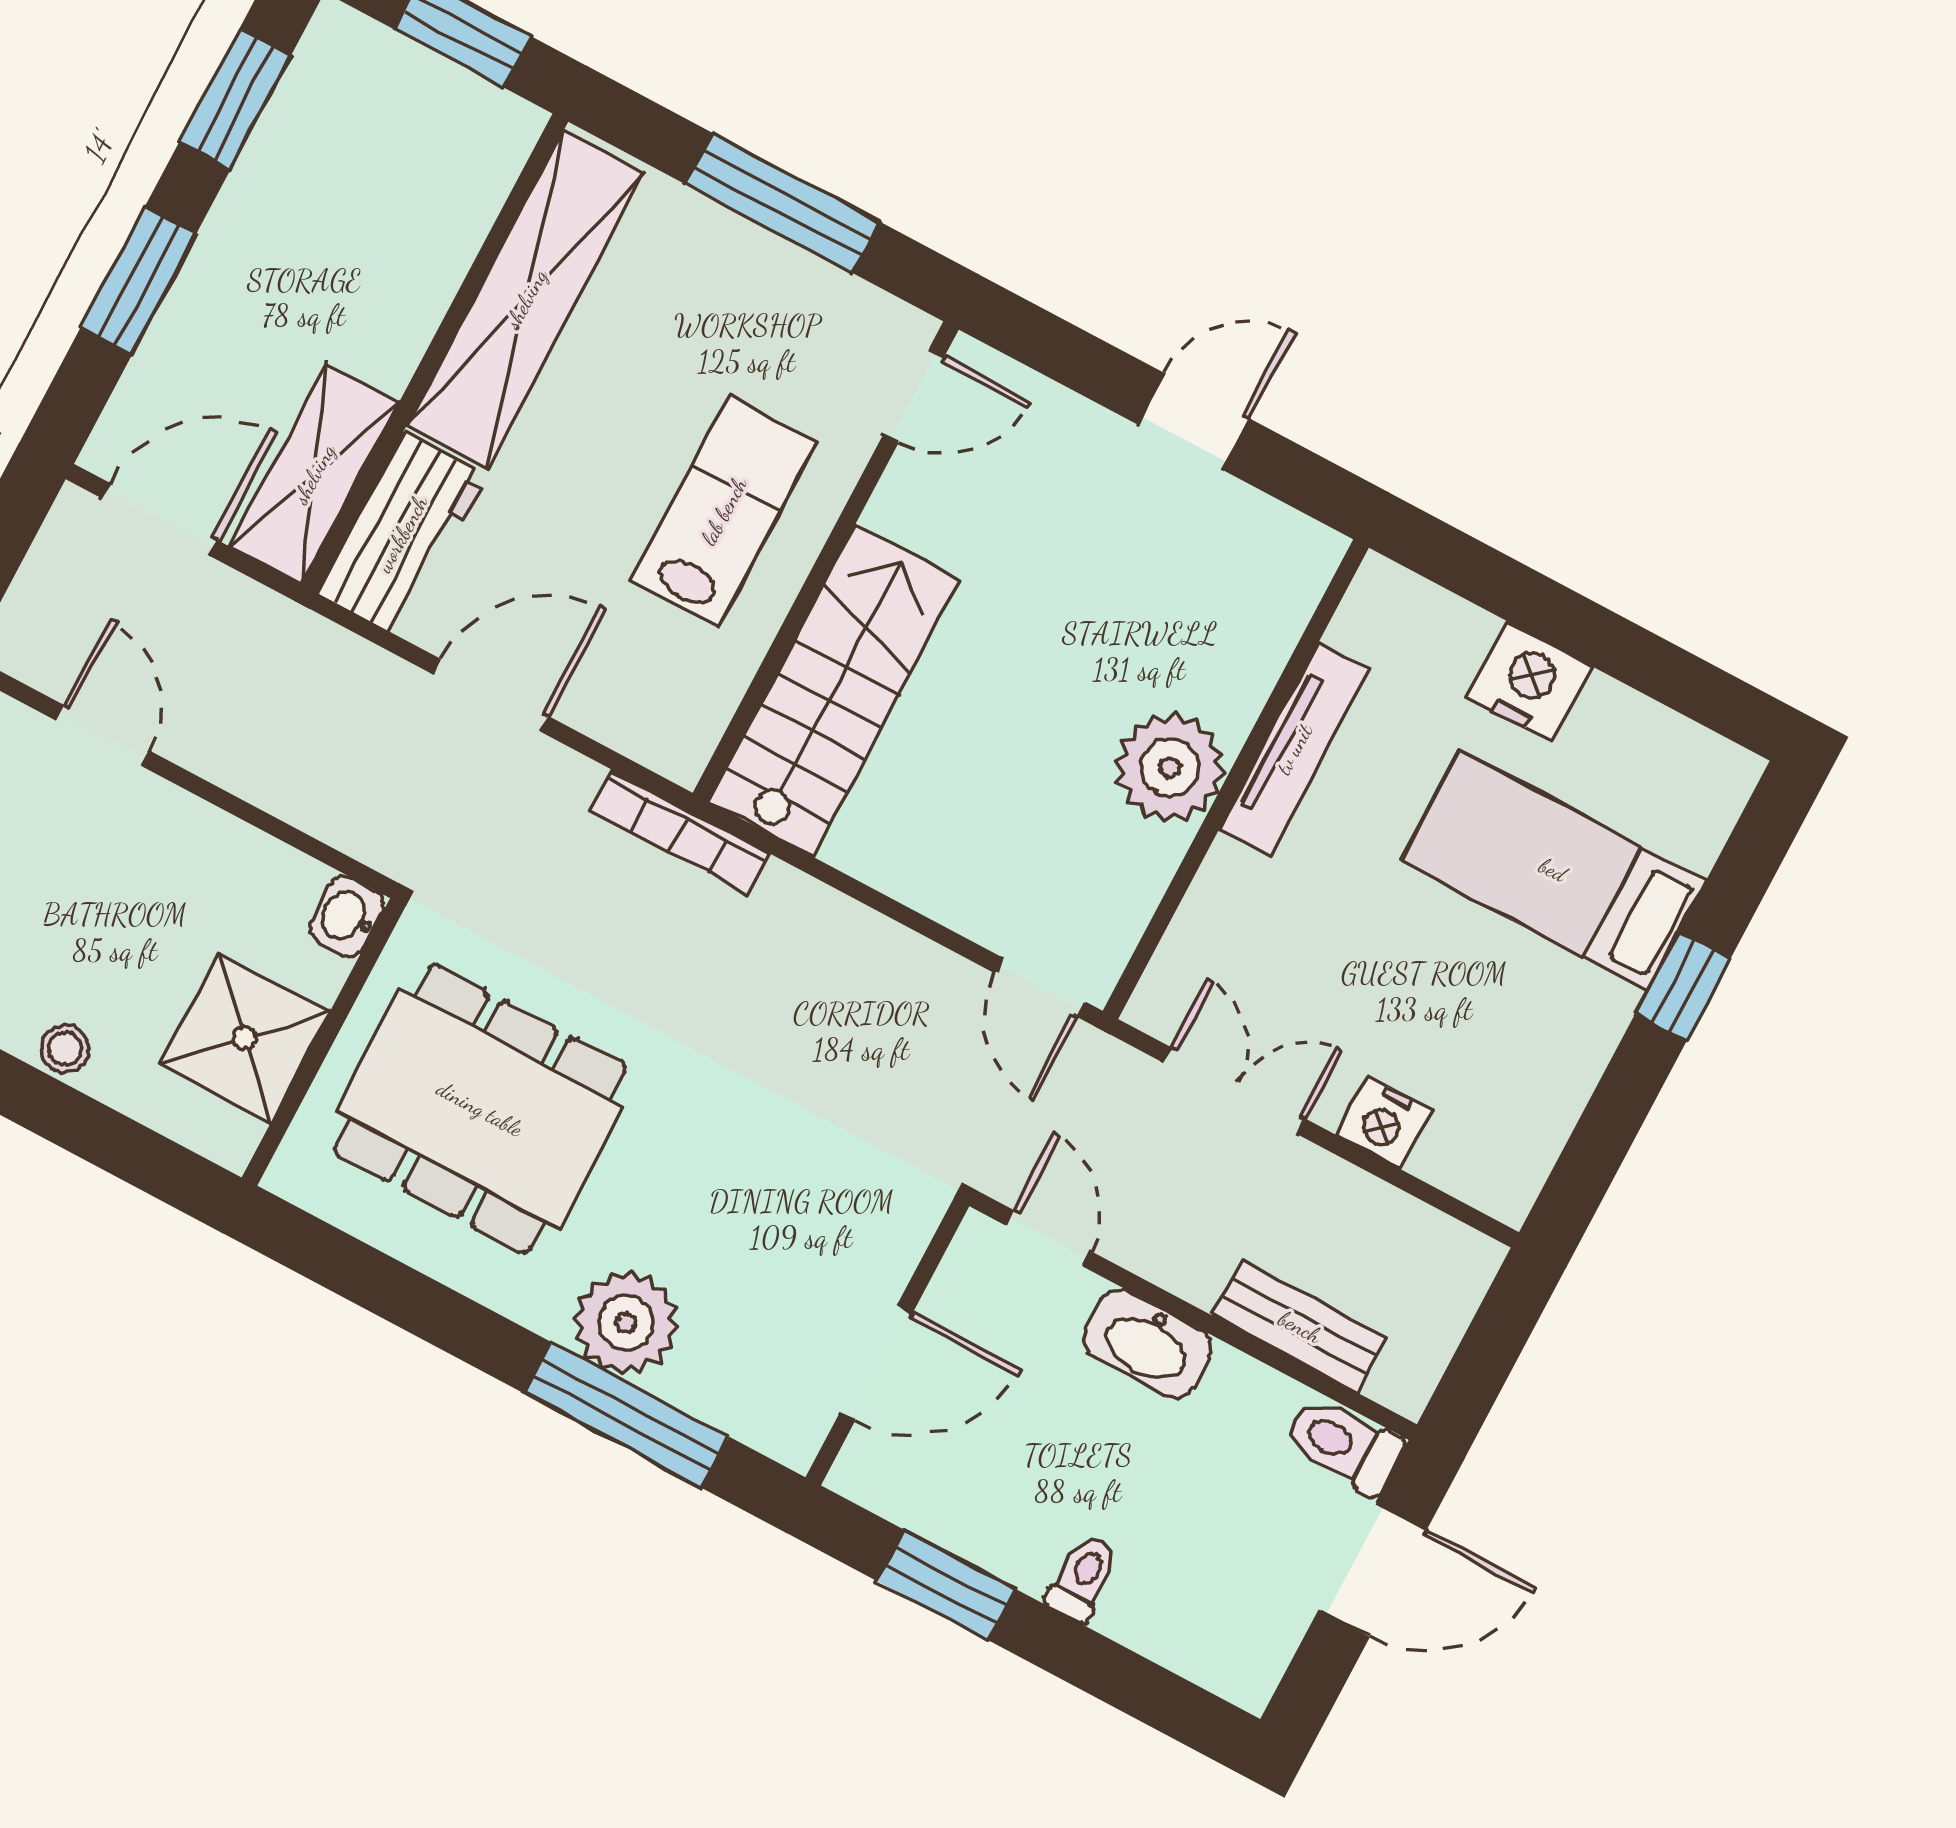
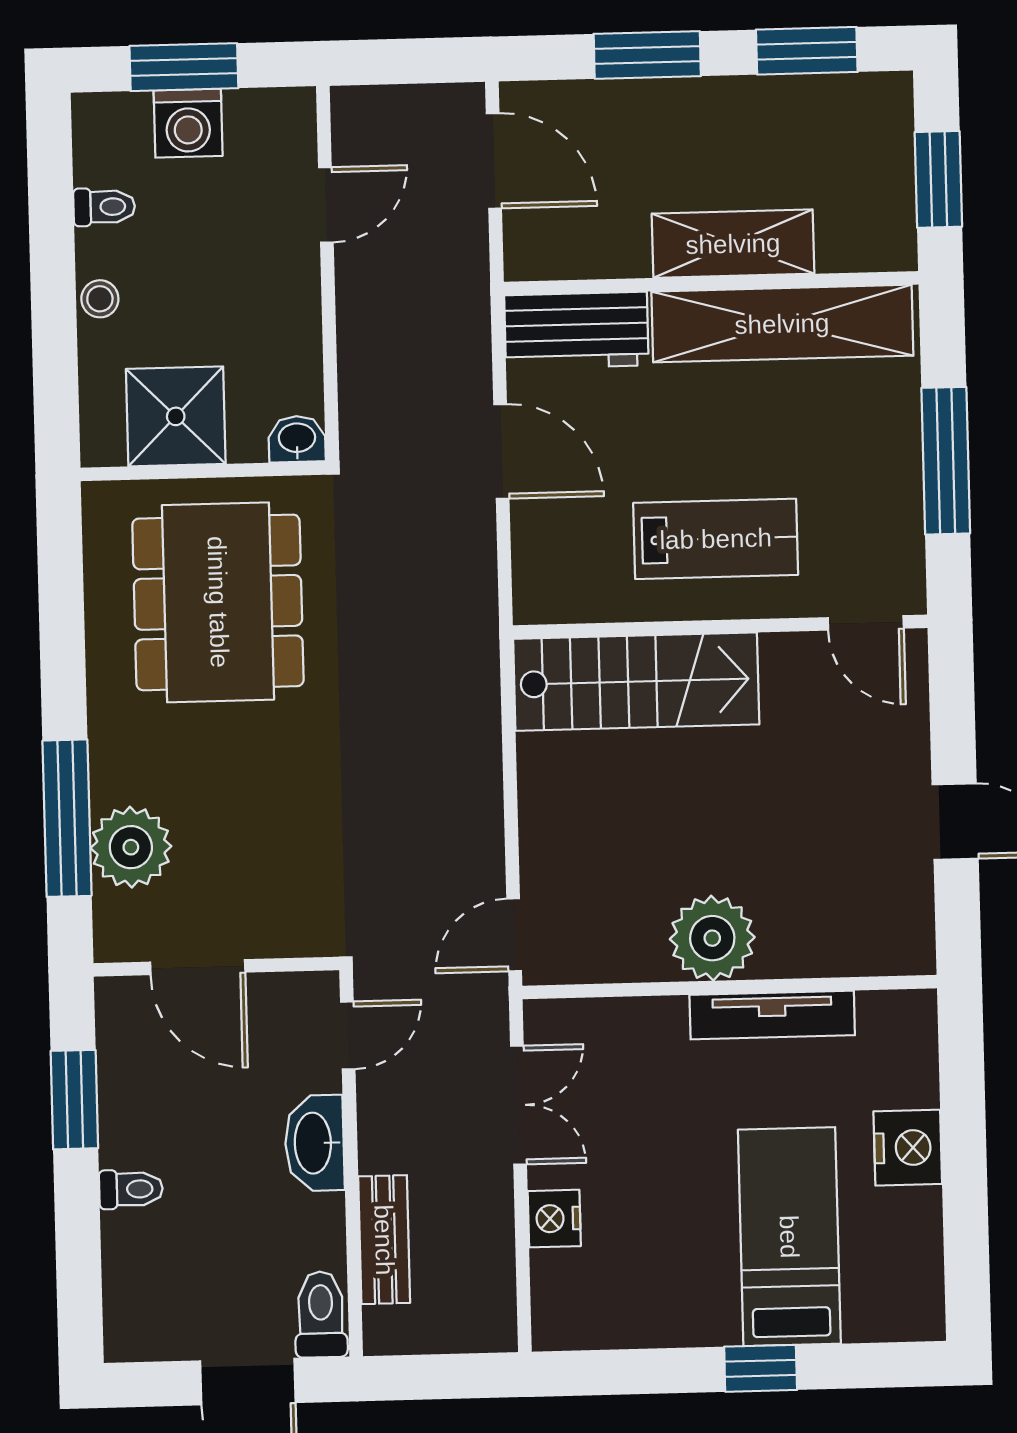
shelving: (314, 474) -> (733, 244), moved
bookcase: (680, 832) -> (482, 631), removed
plant: (626, 1323) -> (131, 847), moved

